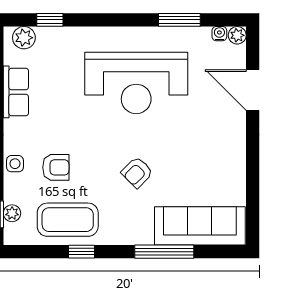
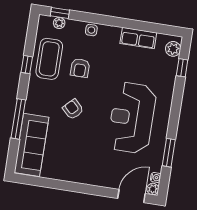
door: (253, 90) -> (131, 196), moved
armchair: (56, 167) -> (80, 68), moved

